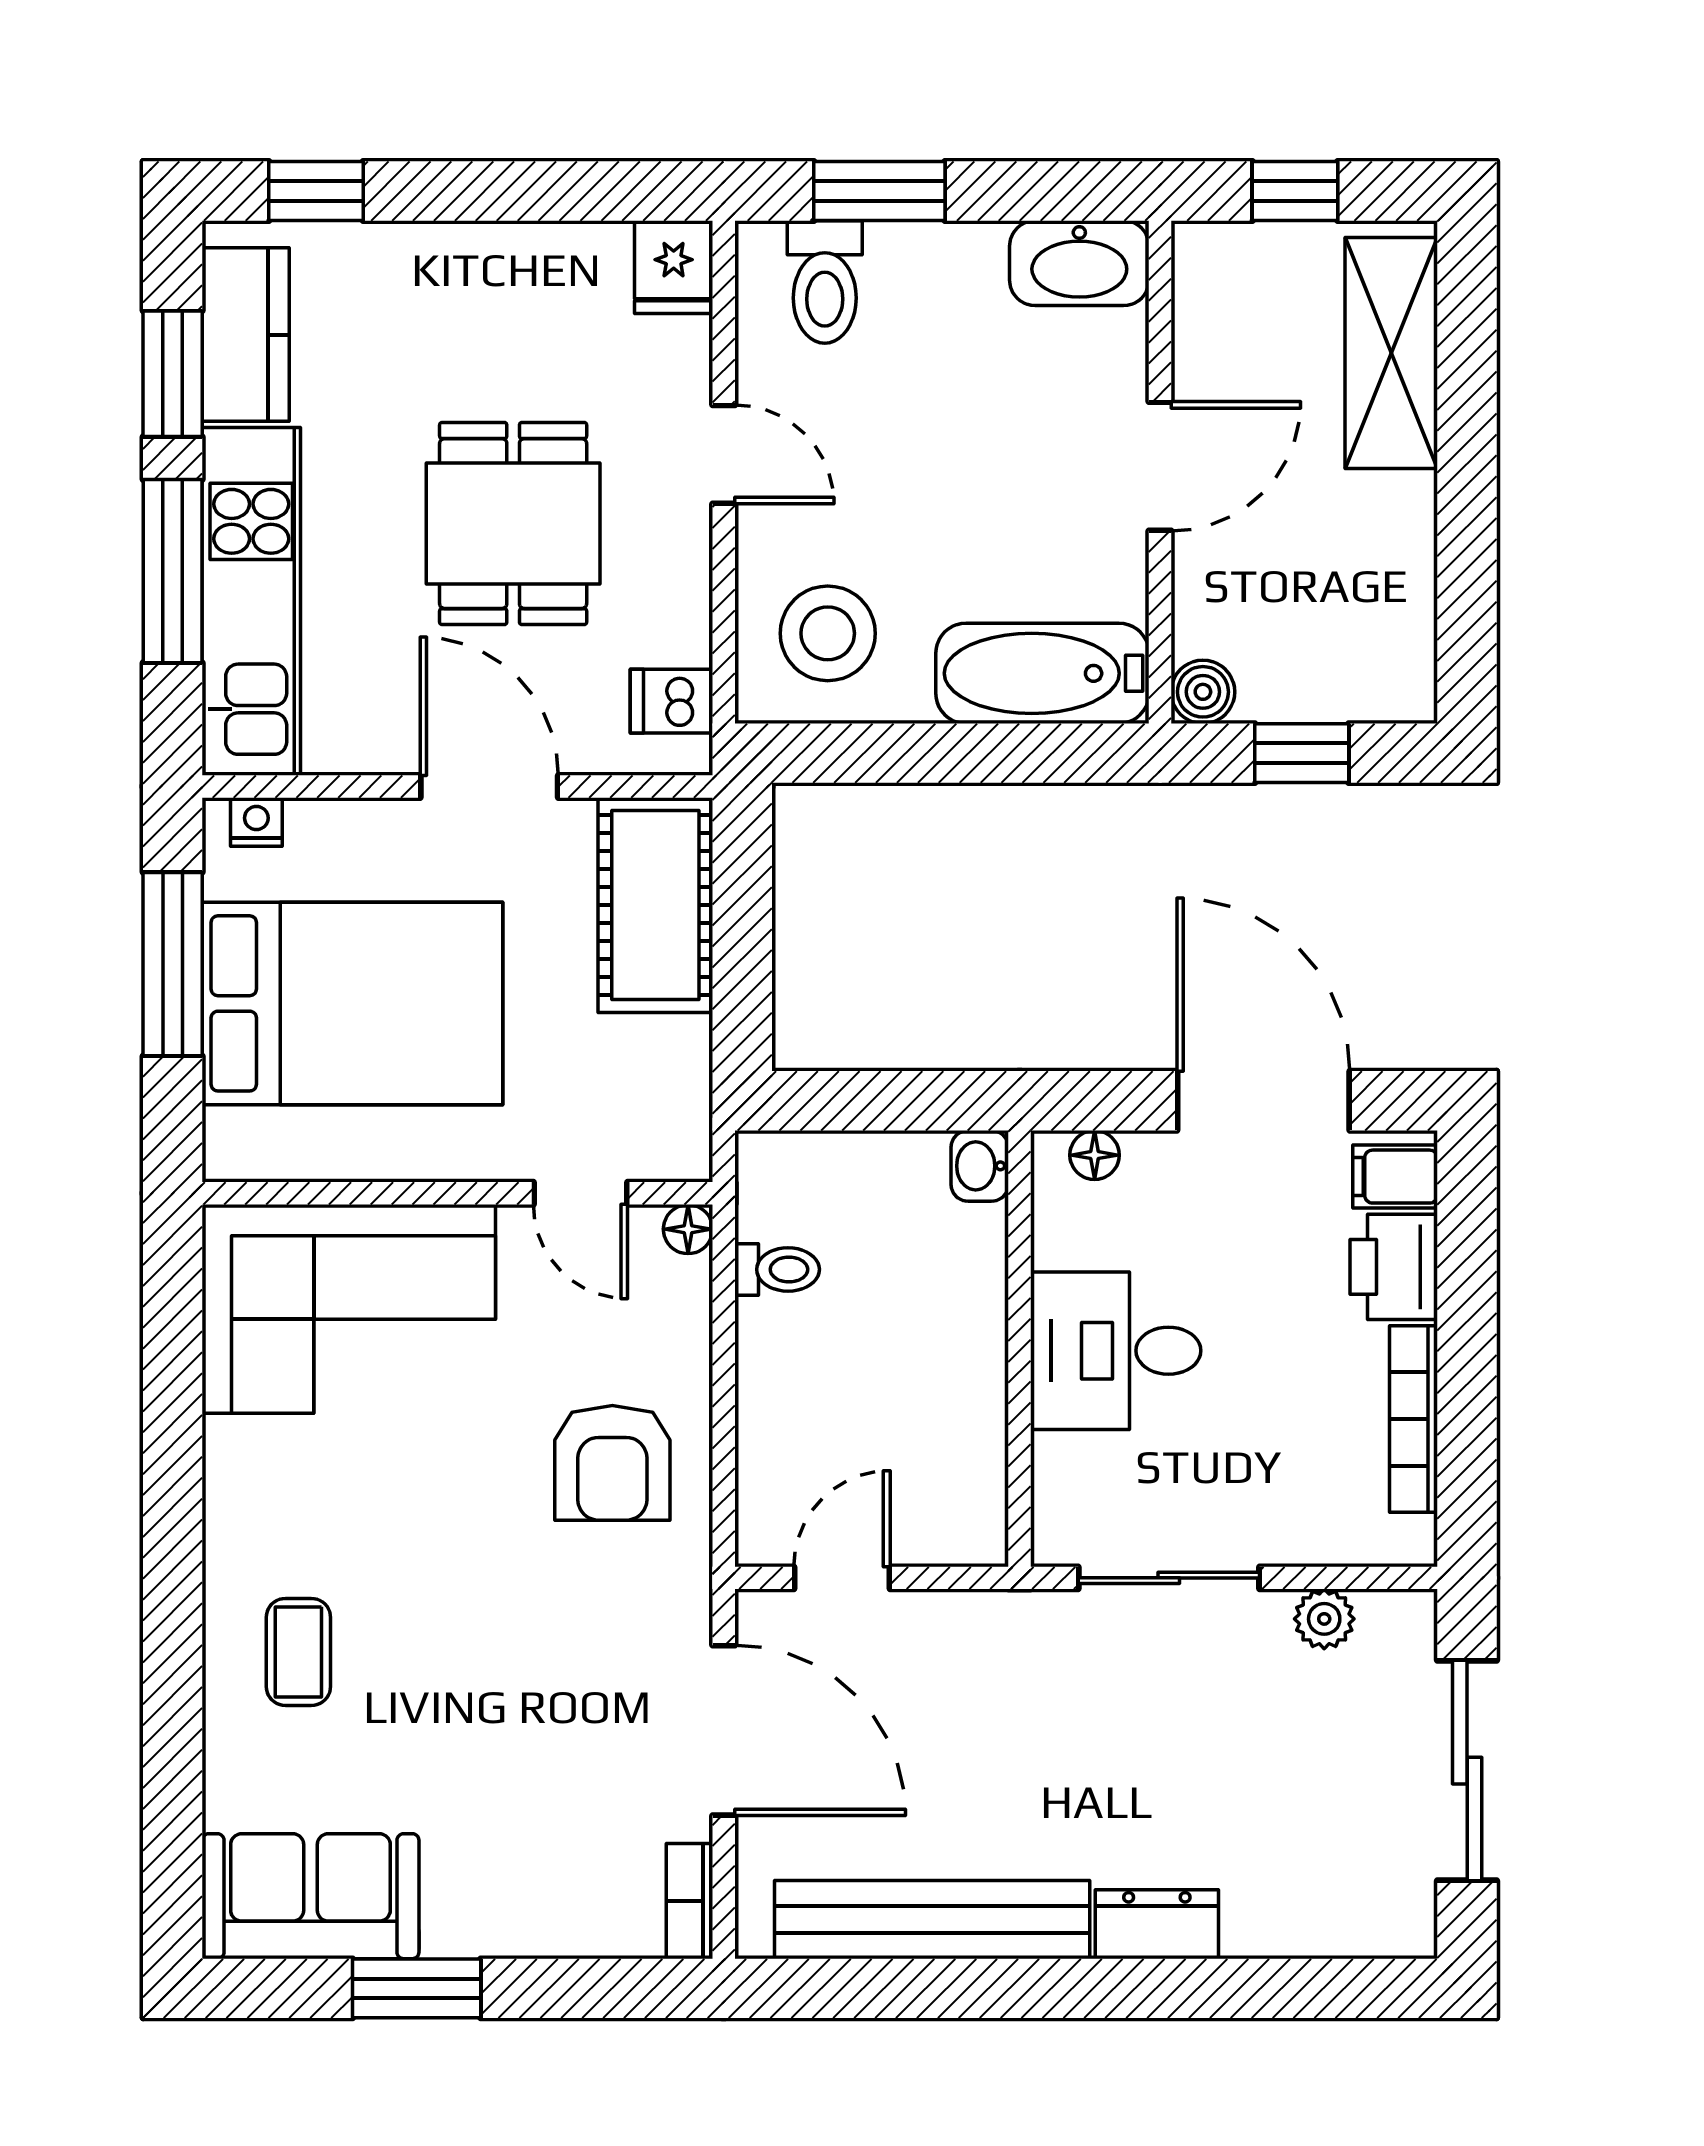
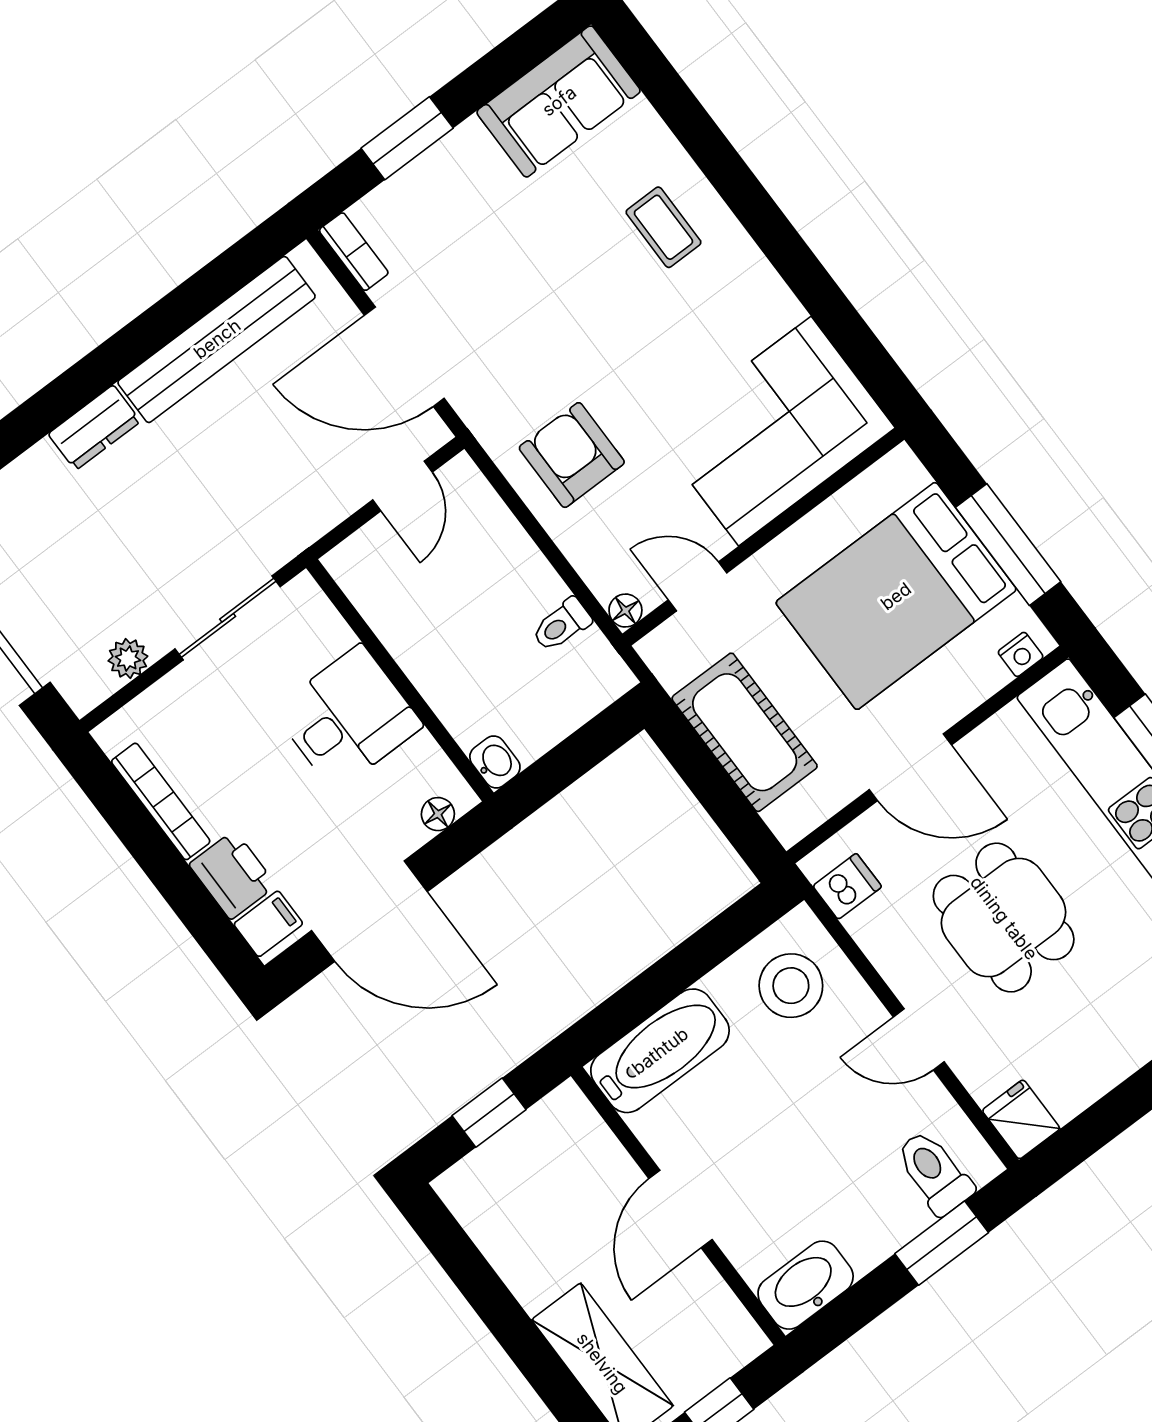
boiler: (1203, 692) -> (567, 1106), removed
cot: (655, 905) -> (745, 732), moved
window: (417, 1988) -> (407, 138), moved

